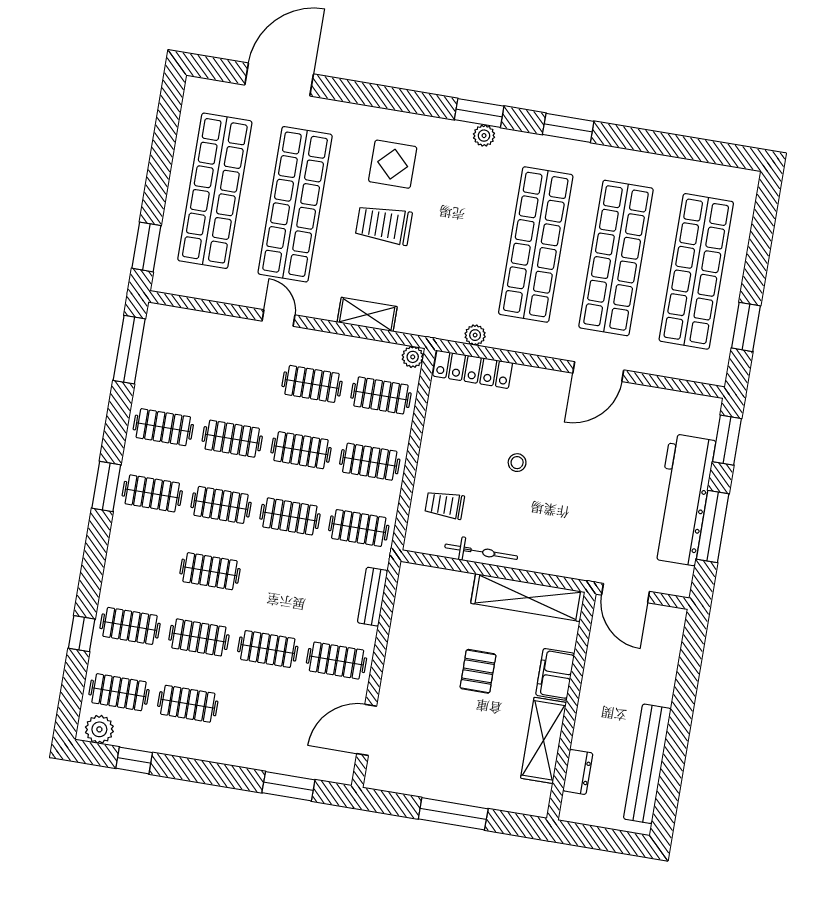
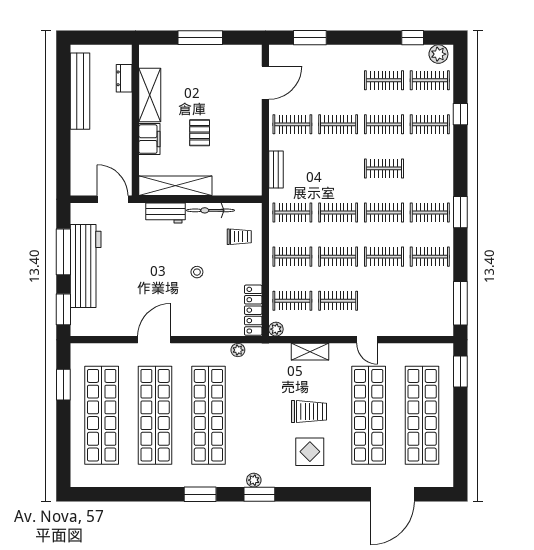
locker: (473, 369) -> (253, 310), moved, turned -90
workbench: (550, 559) -> (165, 213), added

